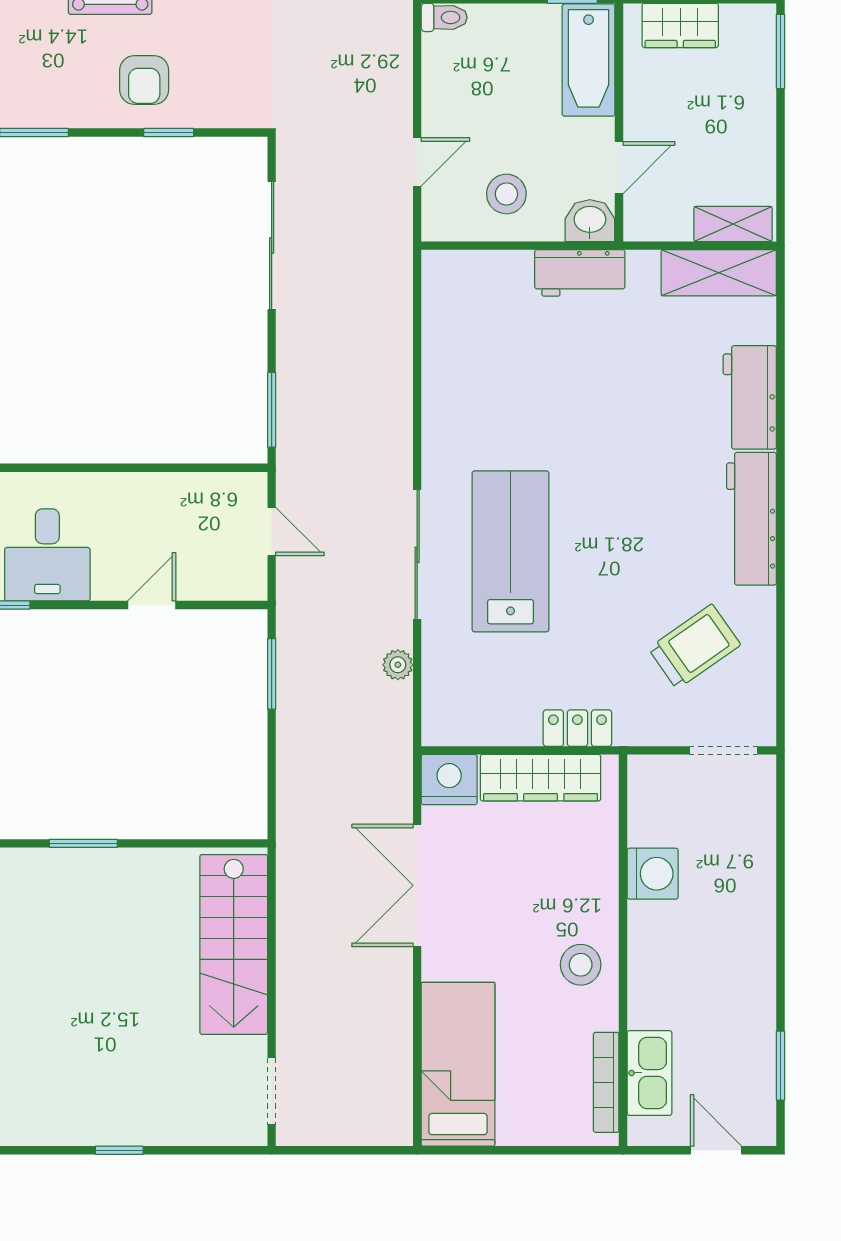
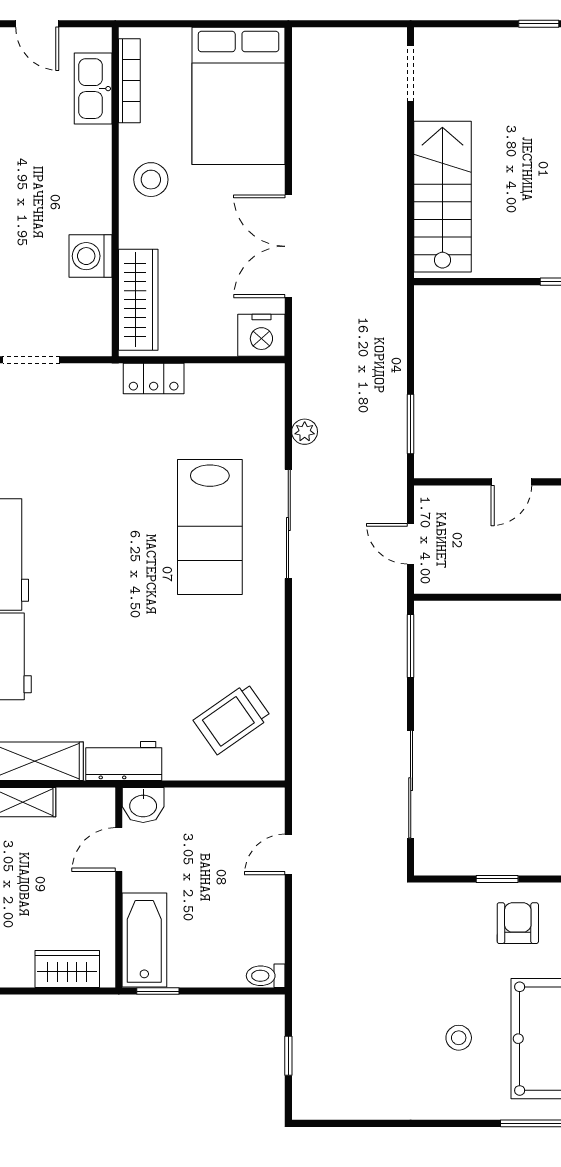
stool: (506, 194) -> (213, 827), removed
workbench: (580, 273) -> (124, 761), moved
trolley: (694, 647) -> (232, 719), moved
wardrobe: (541, 778) -> (138, 300), moved, turned 90
double door: (417, 885) -> (288, 246), swing flipped
bed: (458, 1064) -> (239, 96), width x1.50

